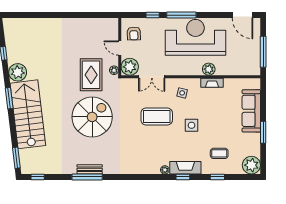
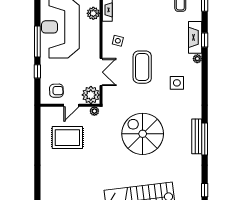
rug: (91, 75) -> (67, 138), moved
side table: (191, 125) -> (177, 83), moved
bench: (90, 169) -> (197, 136), width x1.36

